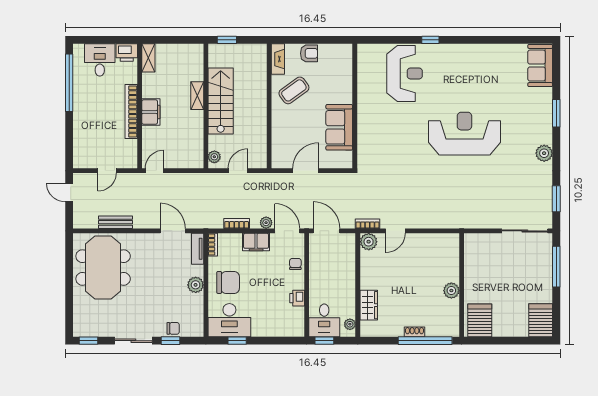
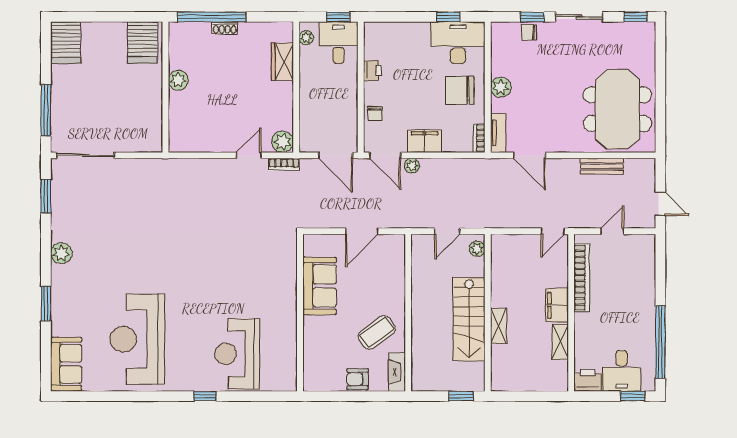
window: (91, 40) -> (633, 396), added
shelving: (148, 58) -> (560, 342), moved
bookcase: (131, 112) -> (582, 278), moved
reception desk: (464, 134) -> (137, 339), moved, turned 90
bookcase: (237, 224) -> (449, 165), removed

